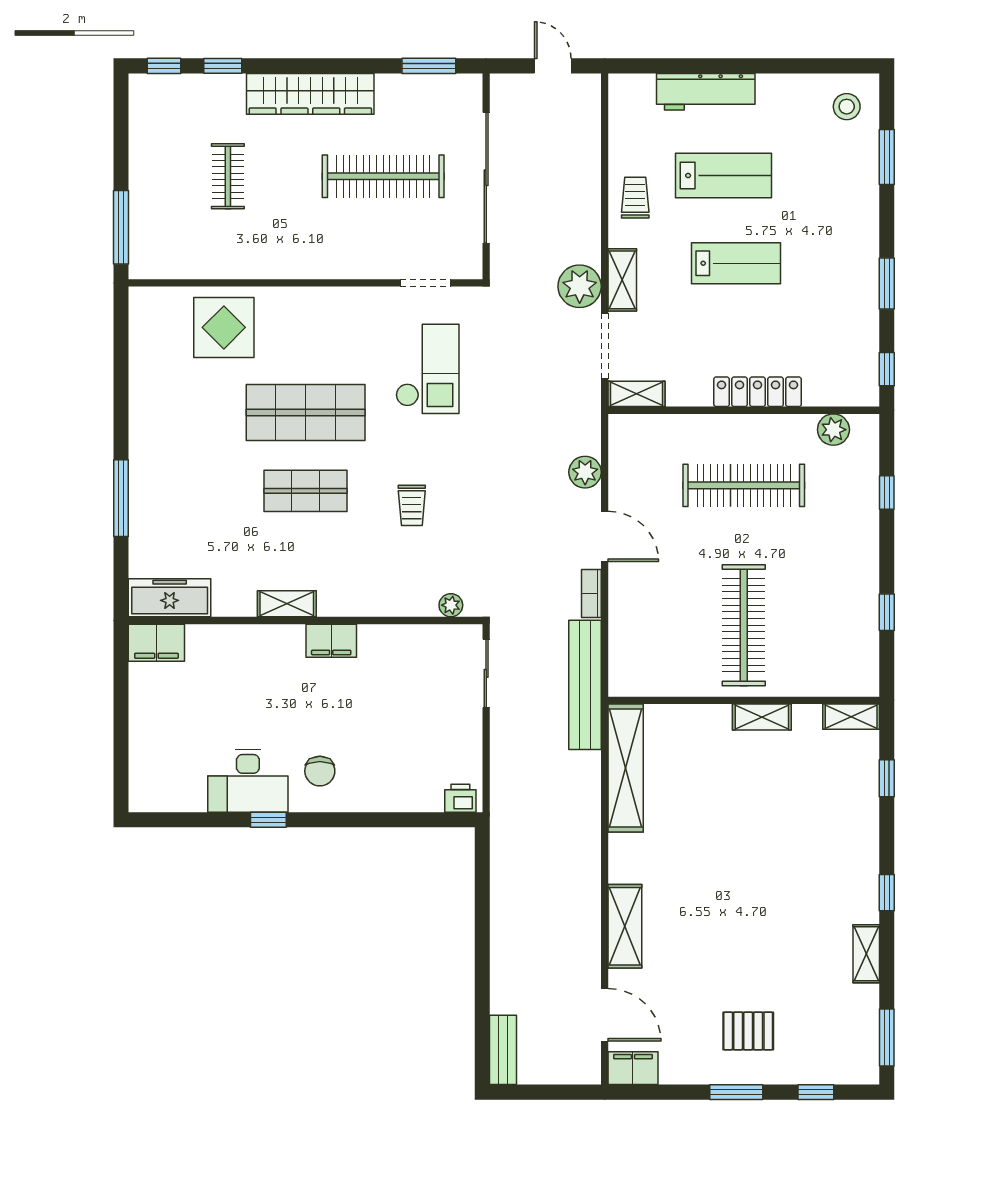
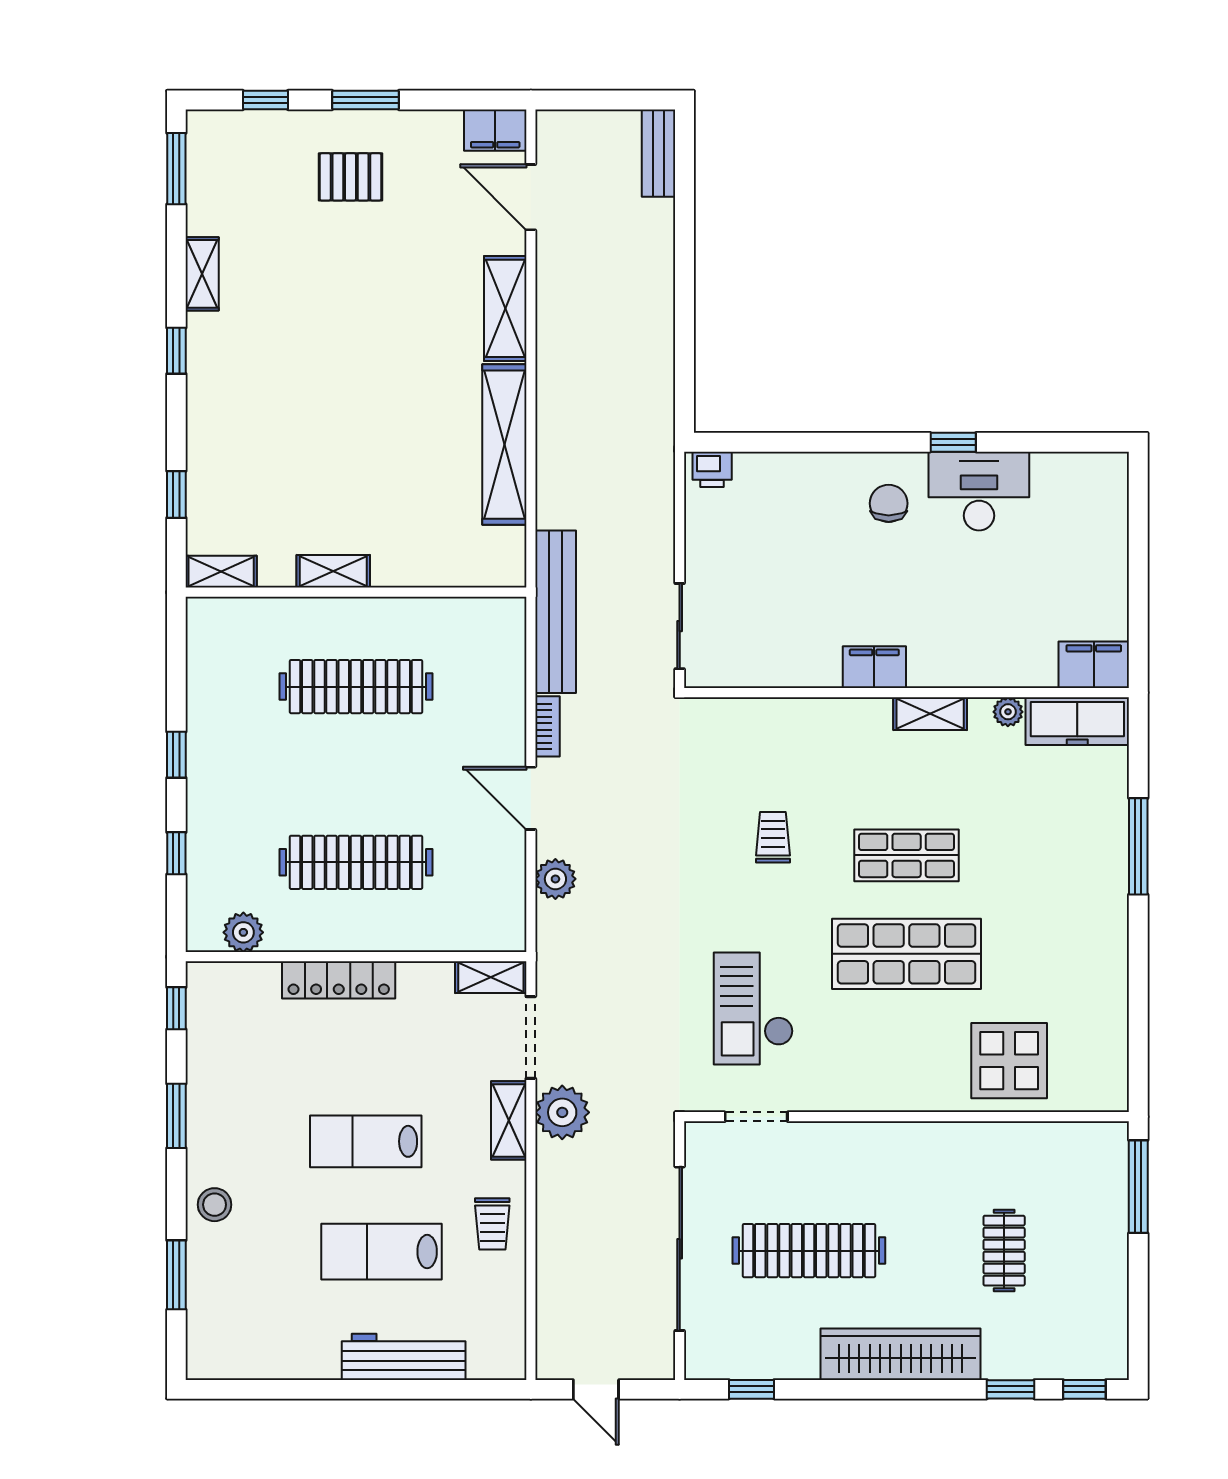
window: (429, 66) -> (751, 1389), width x0.67
stool: (847, 107) -> (215, 1205), moved
plant: (451, 605) -> (1008, 712), moved
window: (887, 612) -> (176, 755), moved
clothes rail: (744, 625) -> (356, 687), turned 90
shelving: (626, 768) -> (504, 445), moved

